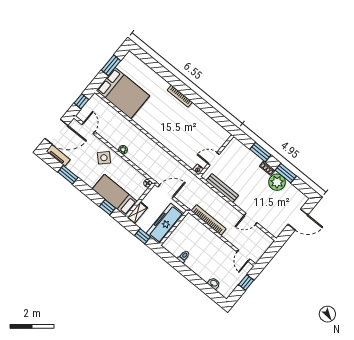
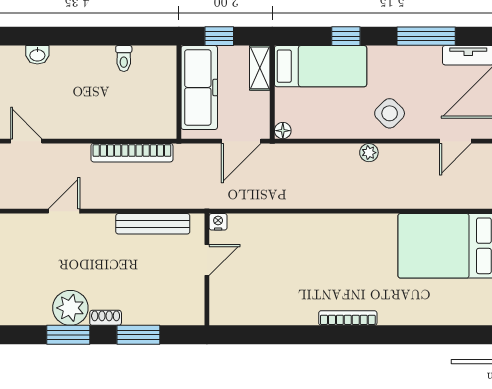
door: (88, 128) -> (455, 141), hinge flipped
window: (68, 175) -> (426, 36), width x1.44
window: (107, 207) -> (346, 36), moved

